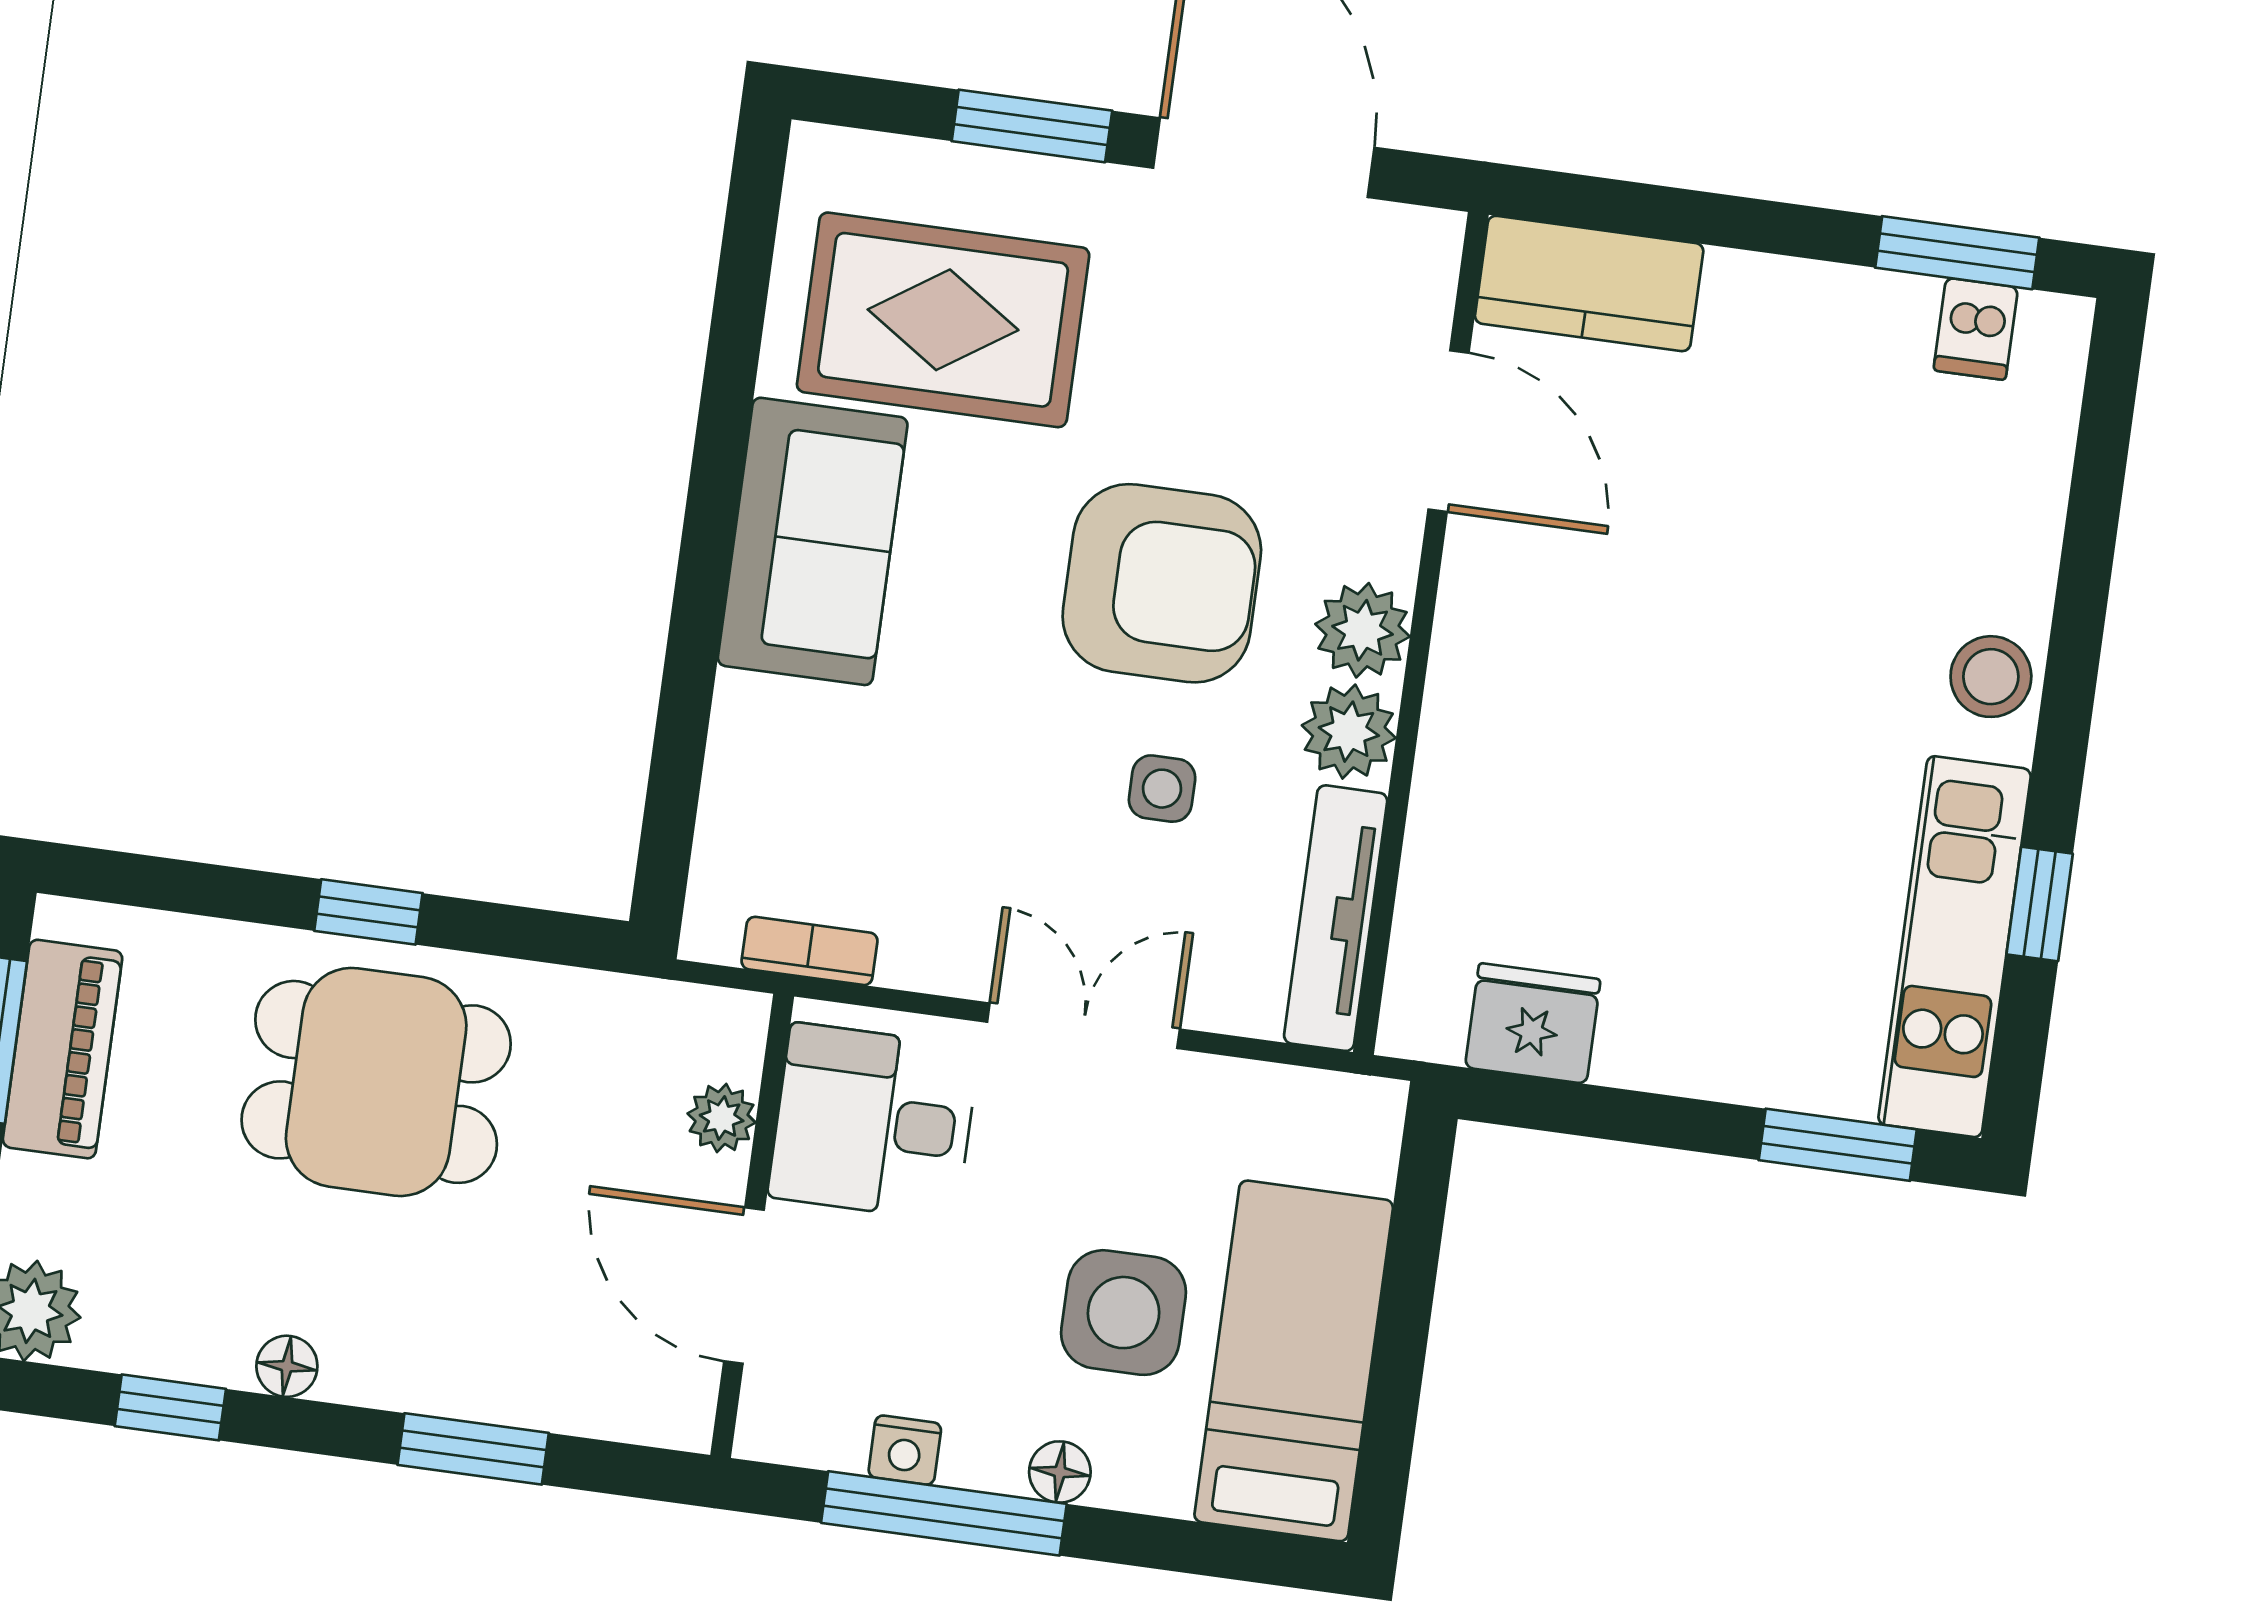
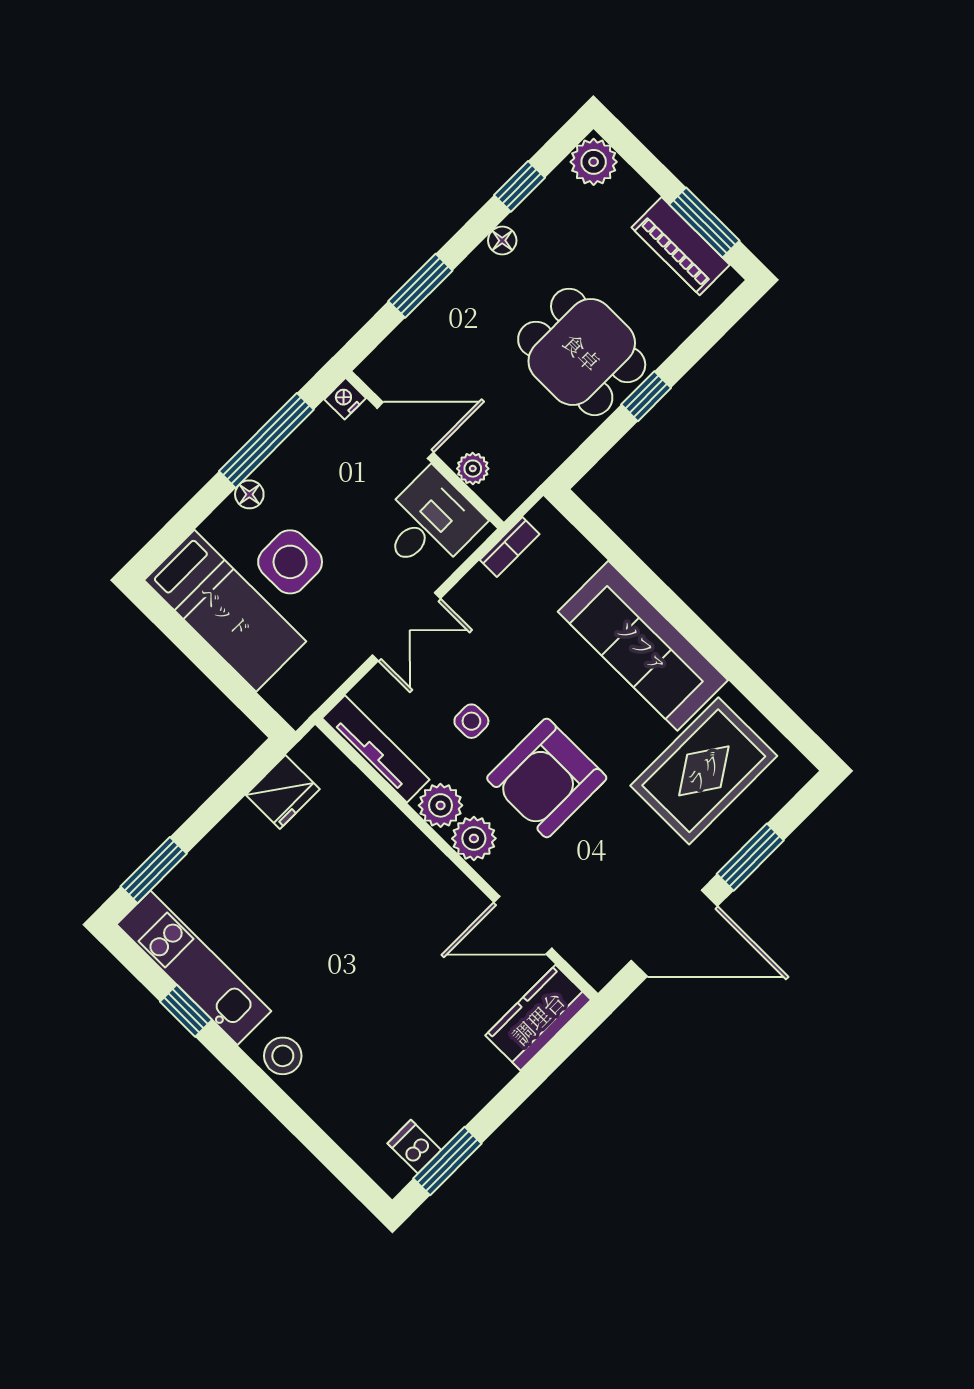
sofa: (813, 541) -> (643, 646), width x1.36
dining table: (376, 1082) -> (582, 352), turned 90
nightstand: (905, 1450) -> (345, 399), moved

